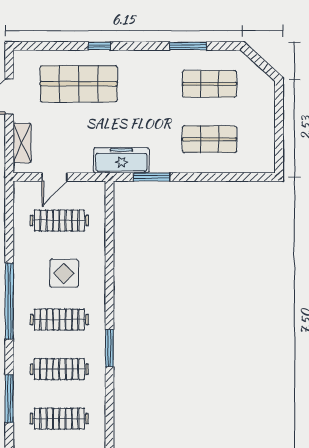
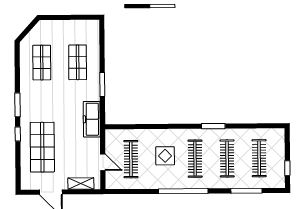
window: (188, 46) -> (18, 105), moved
window: (152, 177) -> (102, 85), moved

